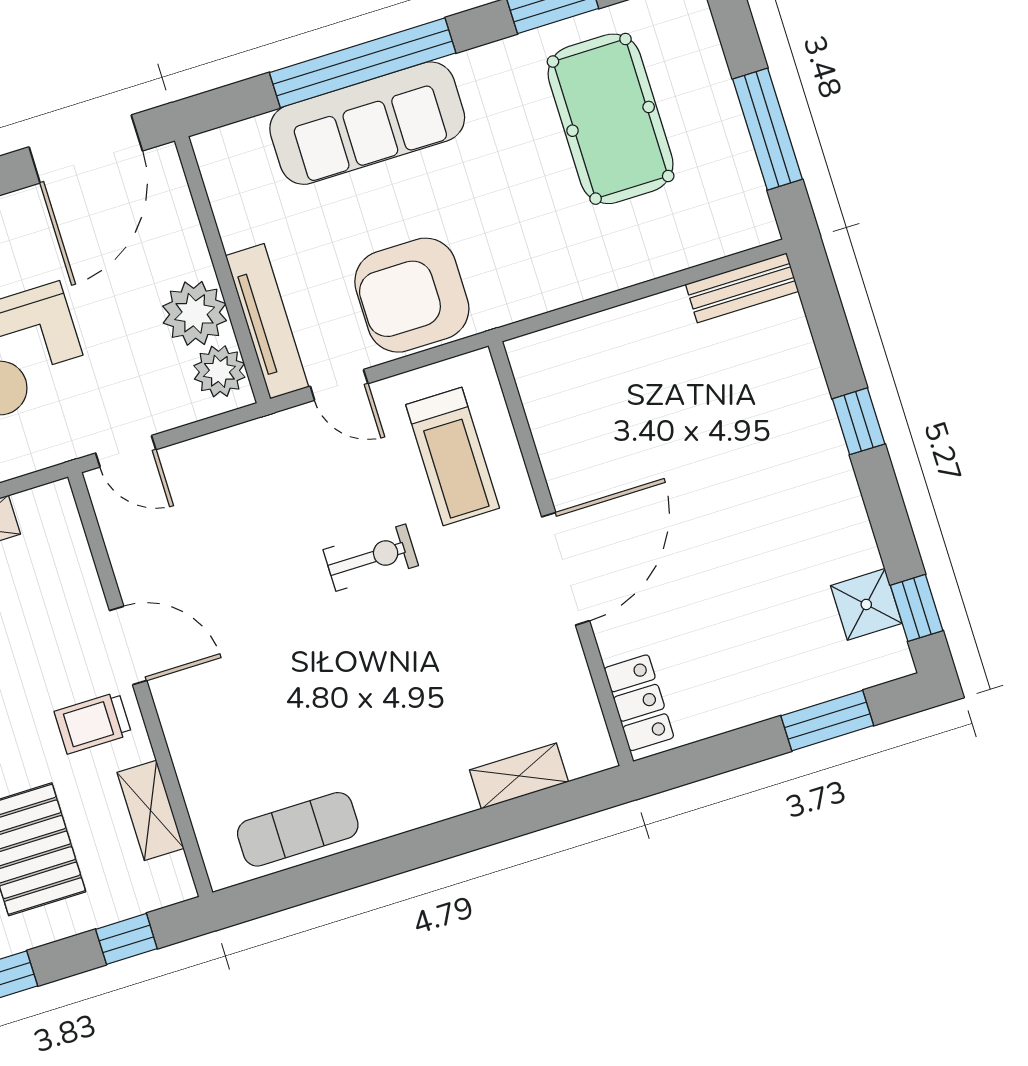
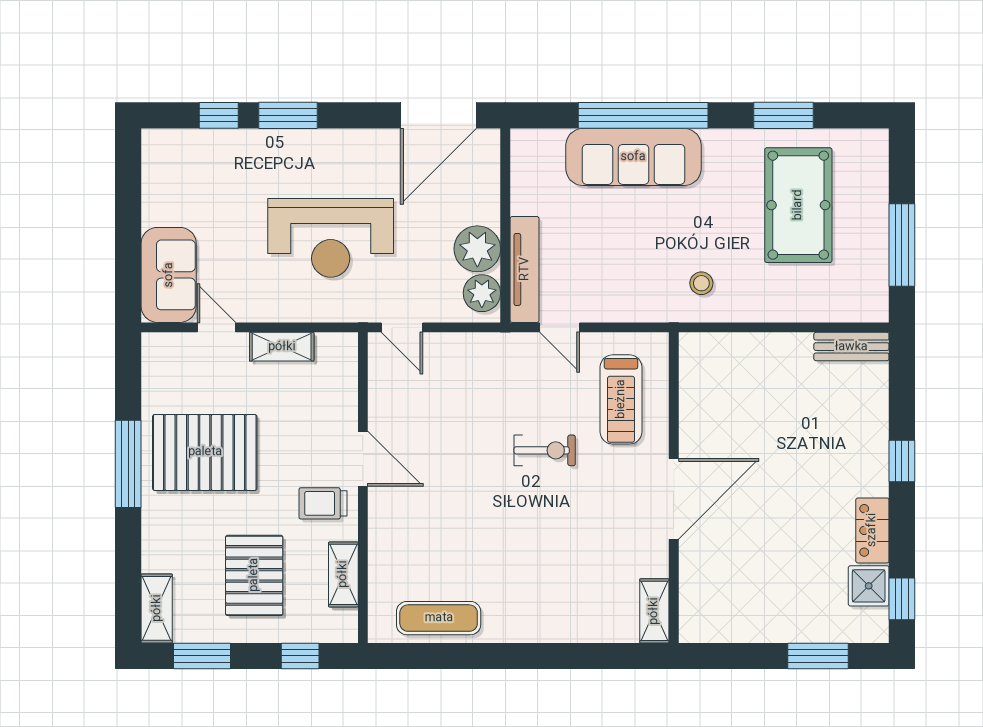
stool: (512, 265) -> (701, 283), added
armchair: (412, 295) -> (627, 282), removed
locker: (639, 703) -> (872, 530), moved, turned 180
shelving: (519, 776) -> (654, 611), moved, turned 90

